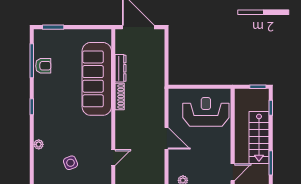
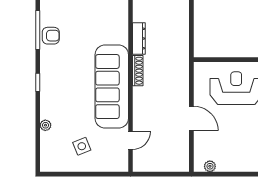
sofa: (97, 79) -> (112, 87), moved

